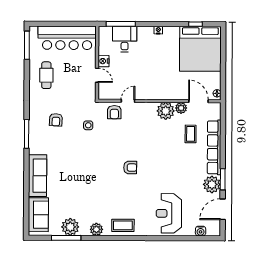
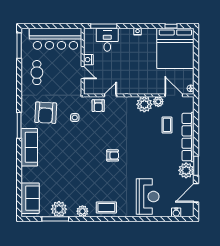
armchair: (56, 120) -> (46, 113), width x1.88, depth x1.88
sofa: (38, 176) -> (29, 147), moved
reception desk: (169, 213) -> (148, 197), turned 180

